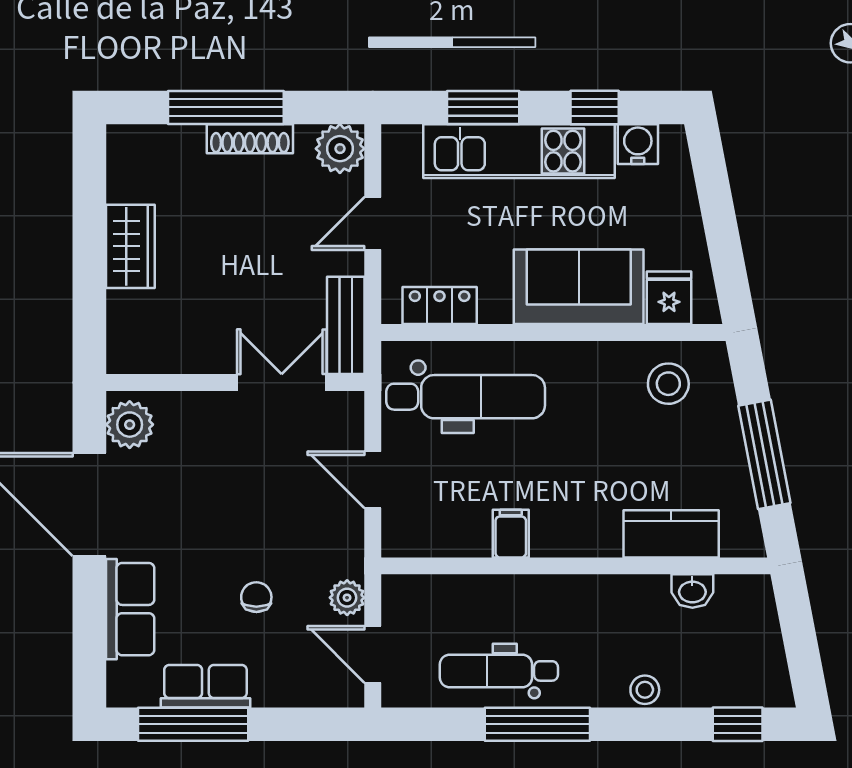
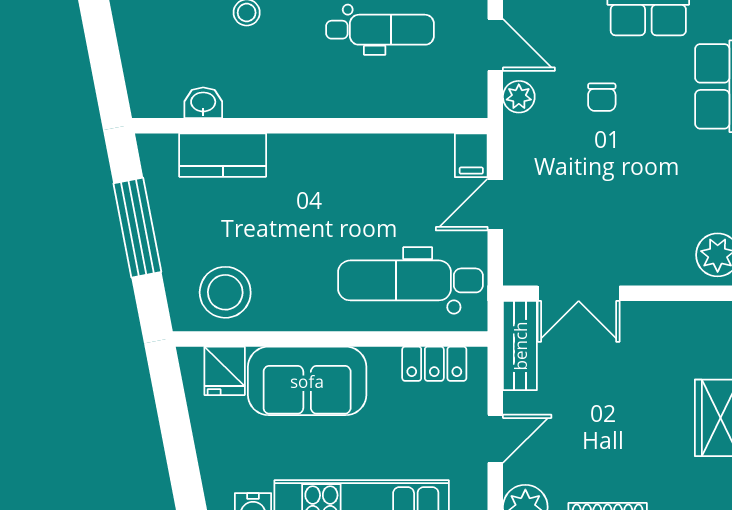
stool: (668, 384) -> (225, 292), width x1.38, depth x1.38
door: (373, 480) -> (495, 204), swing flipped
filing cabinet: (511, 534) -> (471, 155), moved

